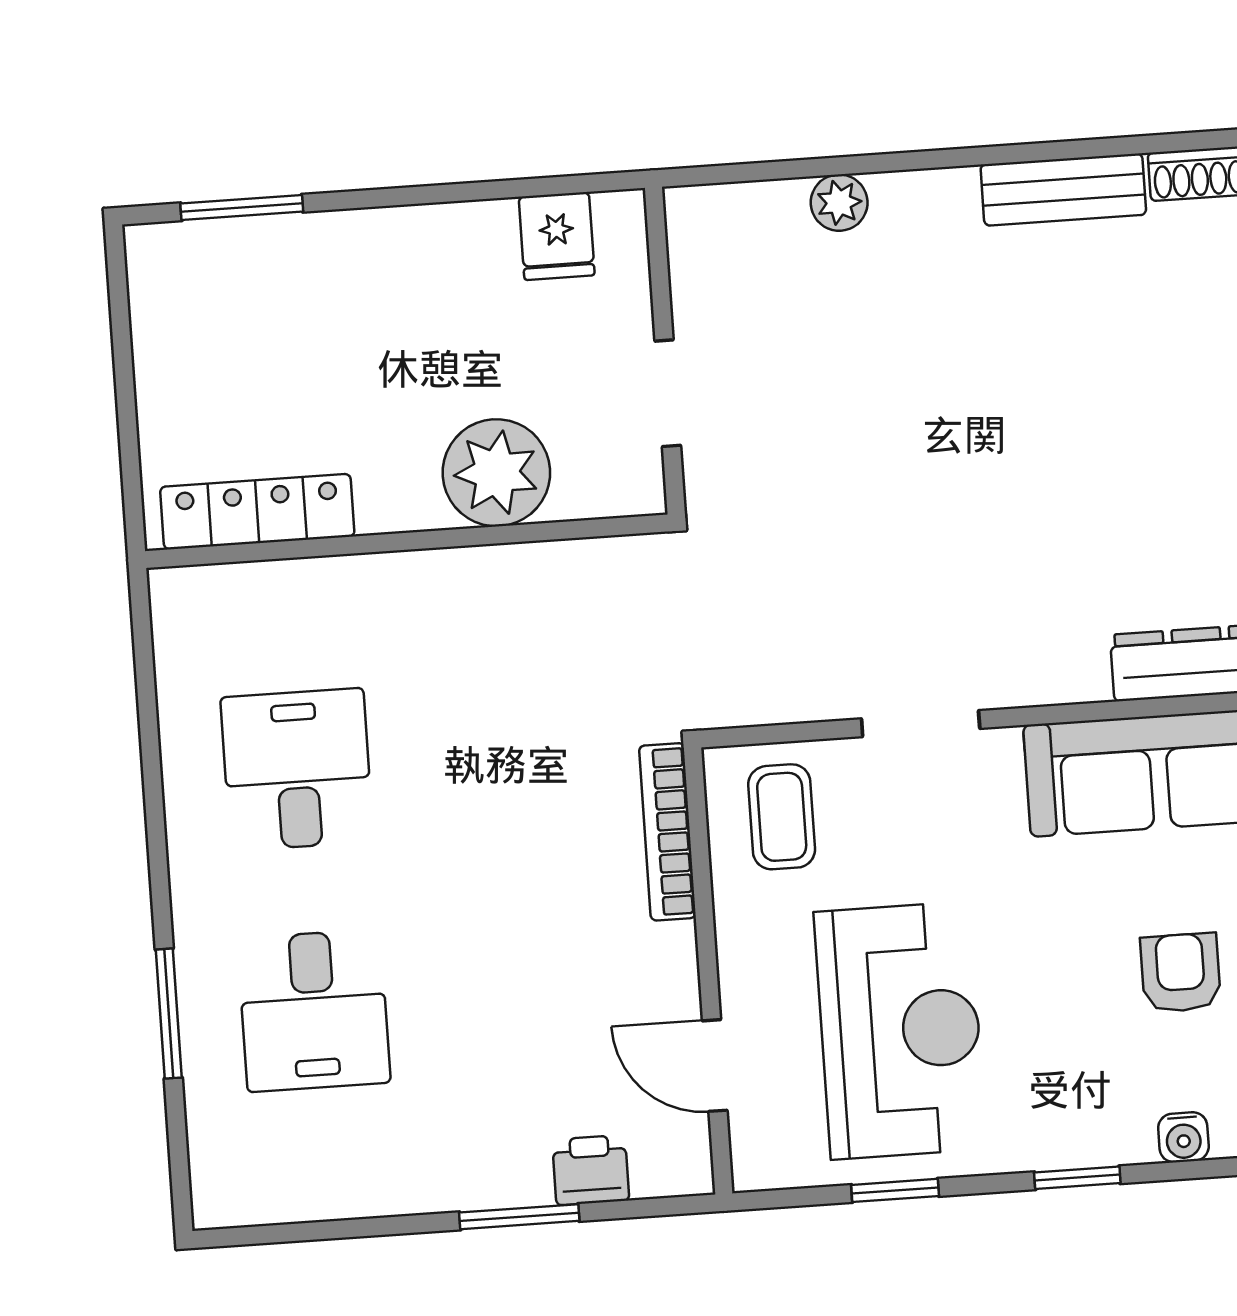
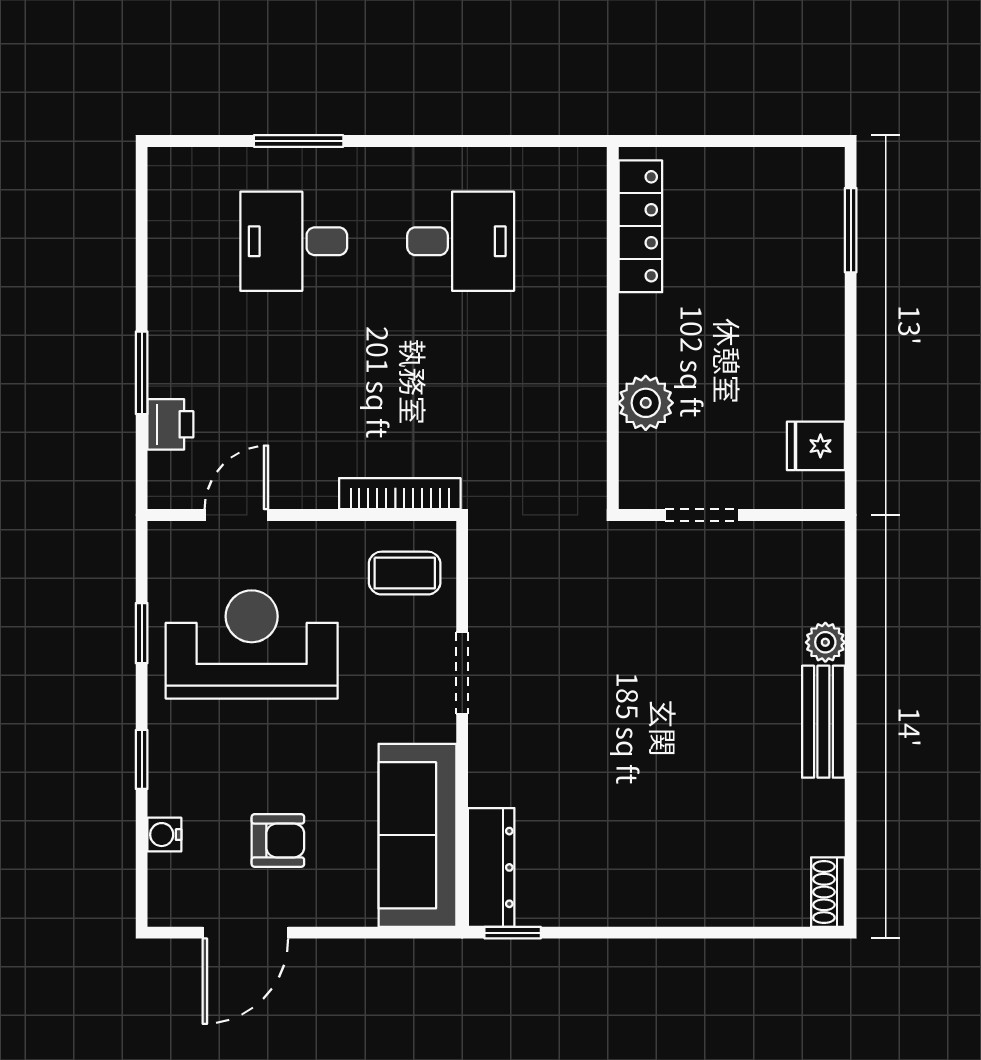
bench: (1063, 190) -> (823, 722), moved
plant: (496, 473) -> (646, 403), width x0.73, depth x0.73
reception desk: (900, 1031) -> (252, 644), turned 180

